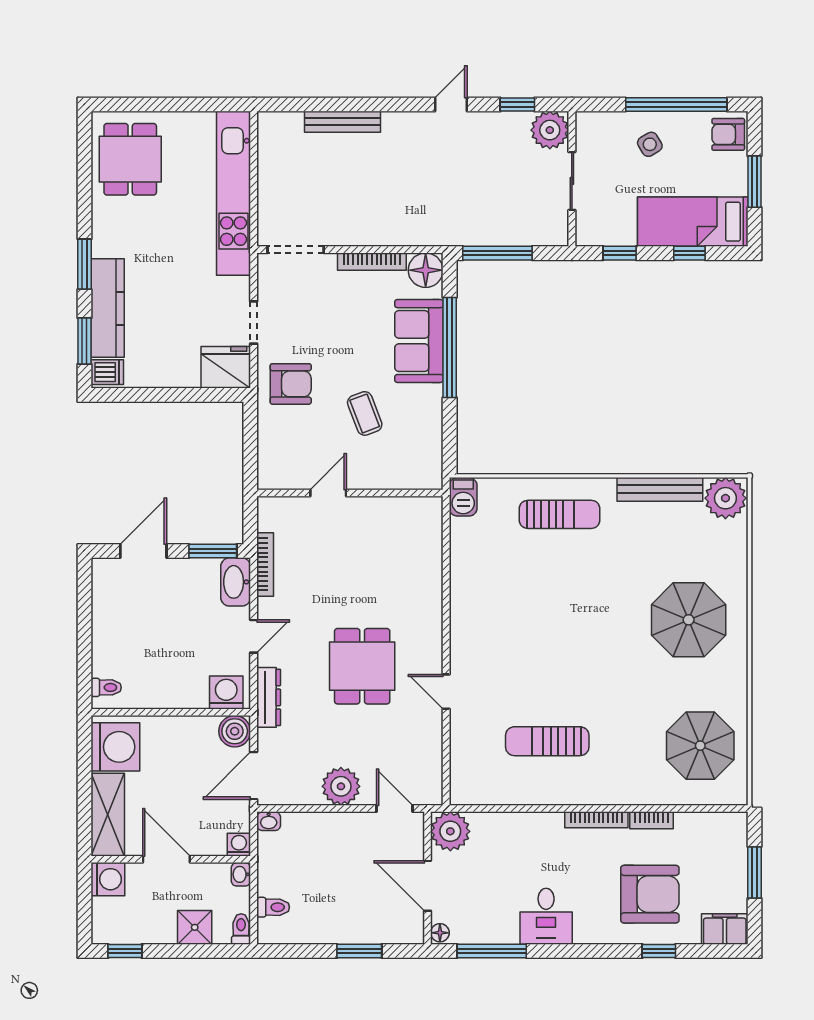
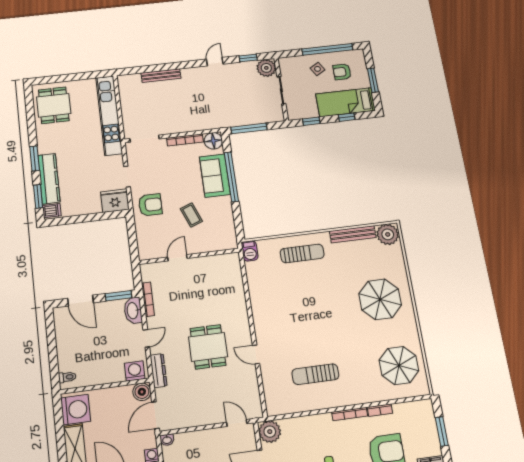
armchair: (728, 134) -> (342, 72), moved
door: (143, 551) -> (81, 301), swing flipped
plant: (341, 786) -> (205, 415), removed

